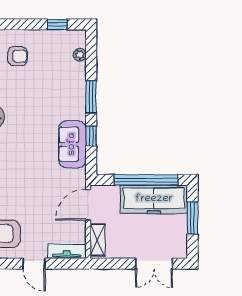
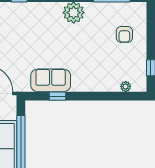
window: (91, 97) -> (90, 96), removed

